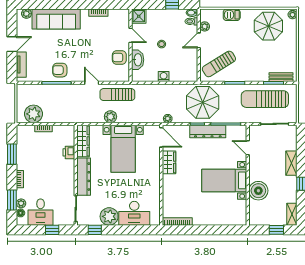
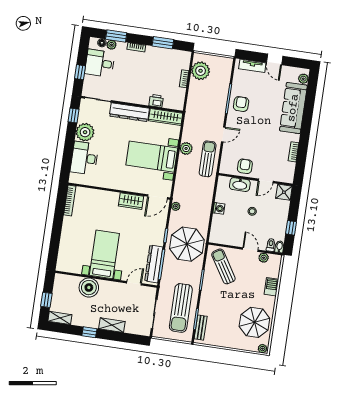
sun lounger: (265, 99) -> (181, 308), turned 180
dresser: (208, 131) -> (154, 264), moved

